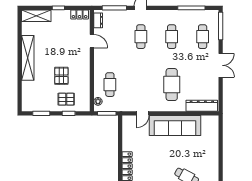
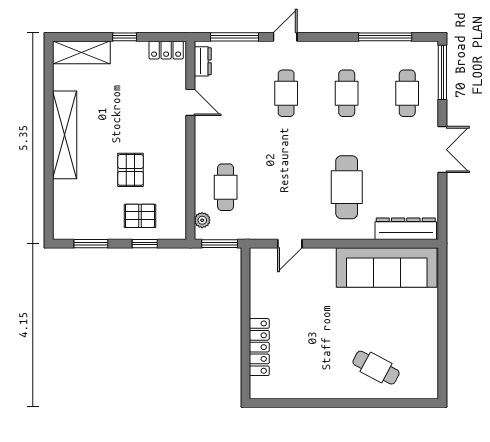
sofa: (175, 126) -> (387, 267), moved

